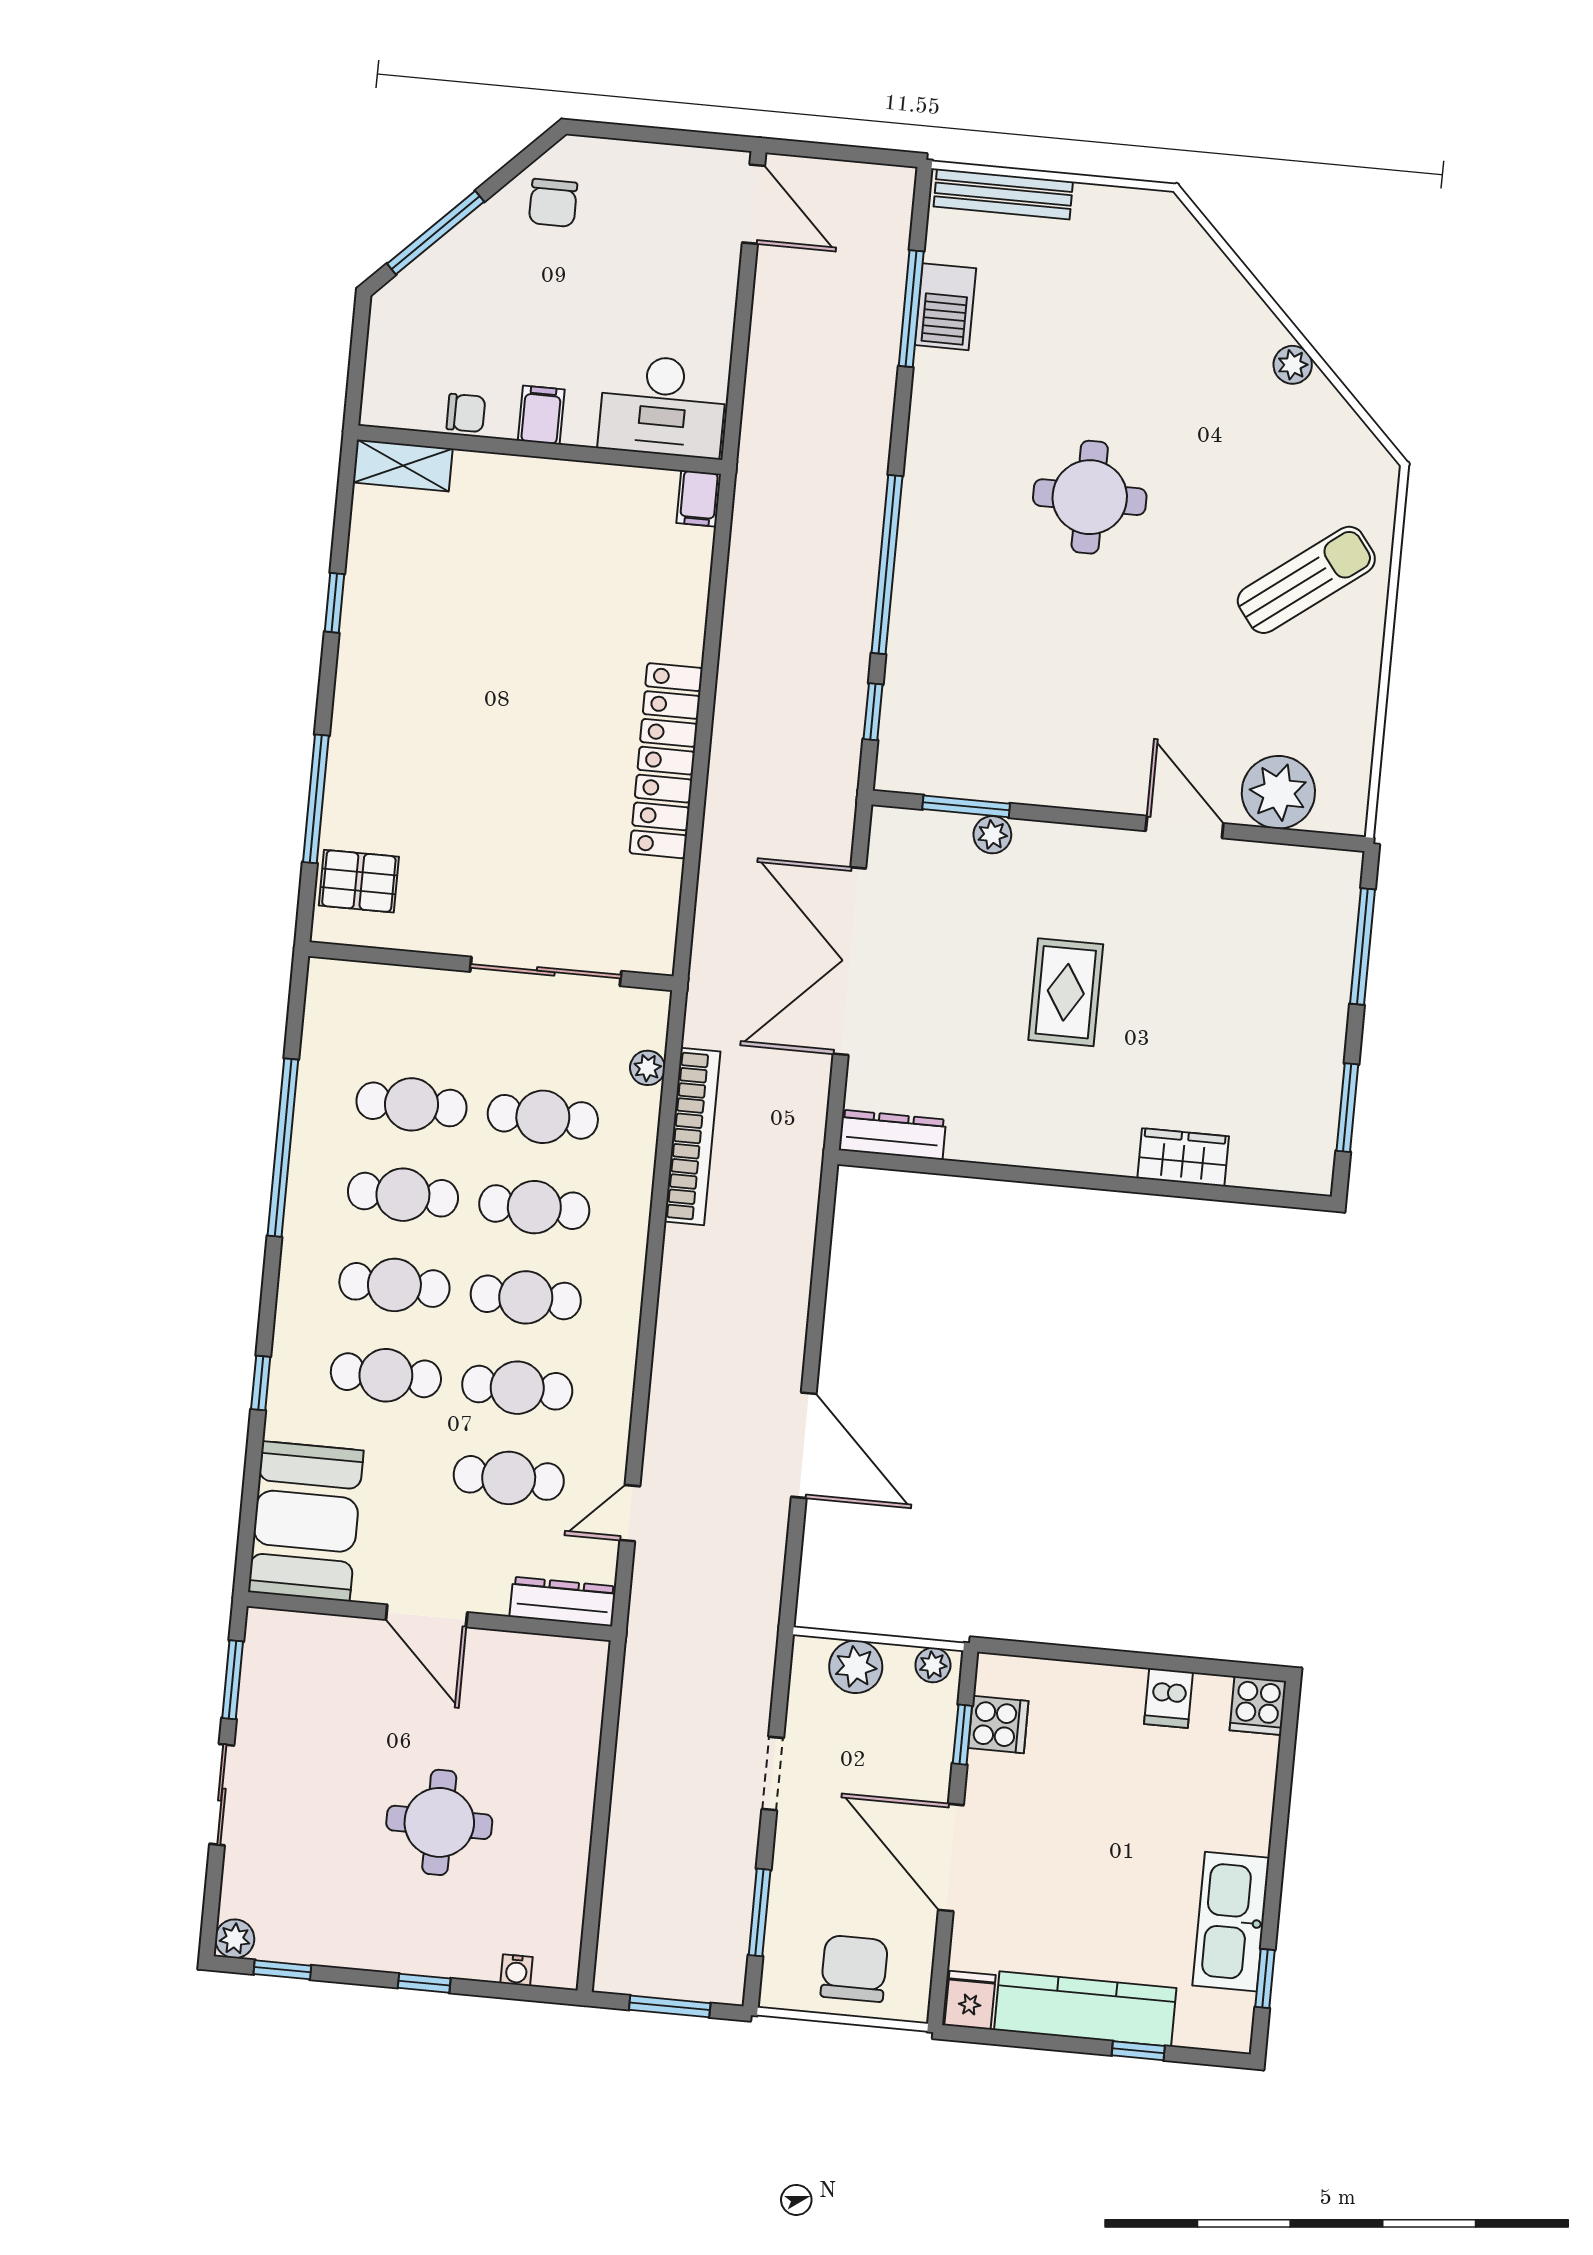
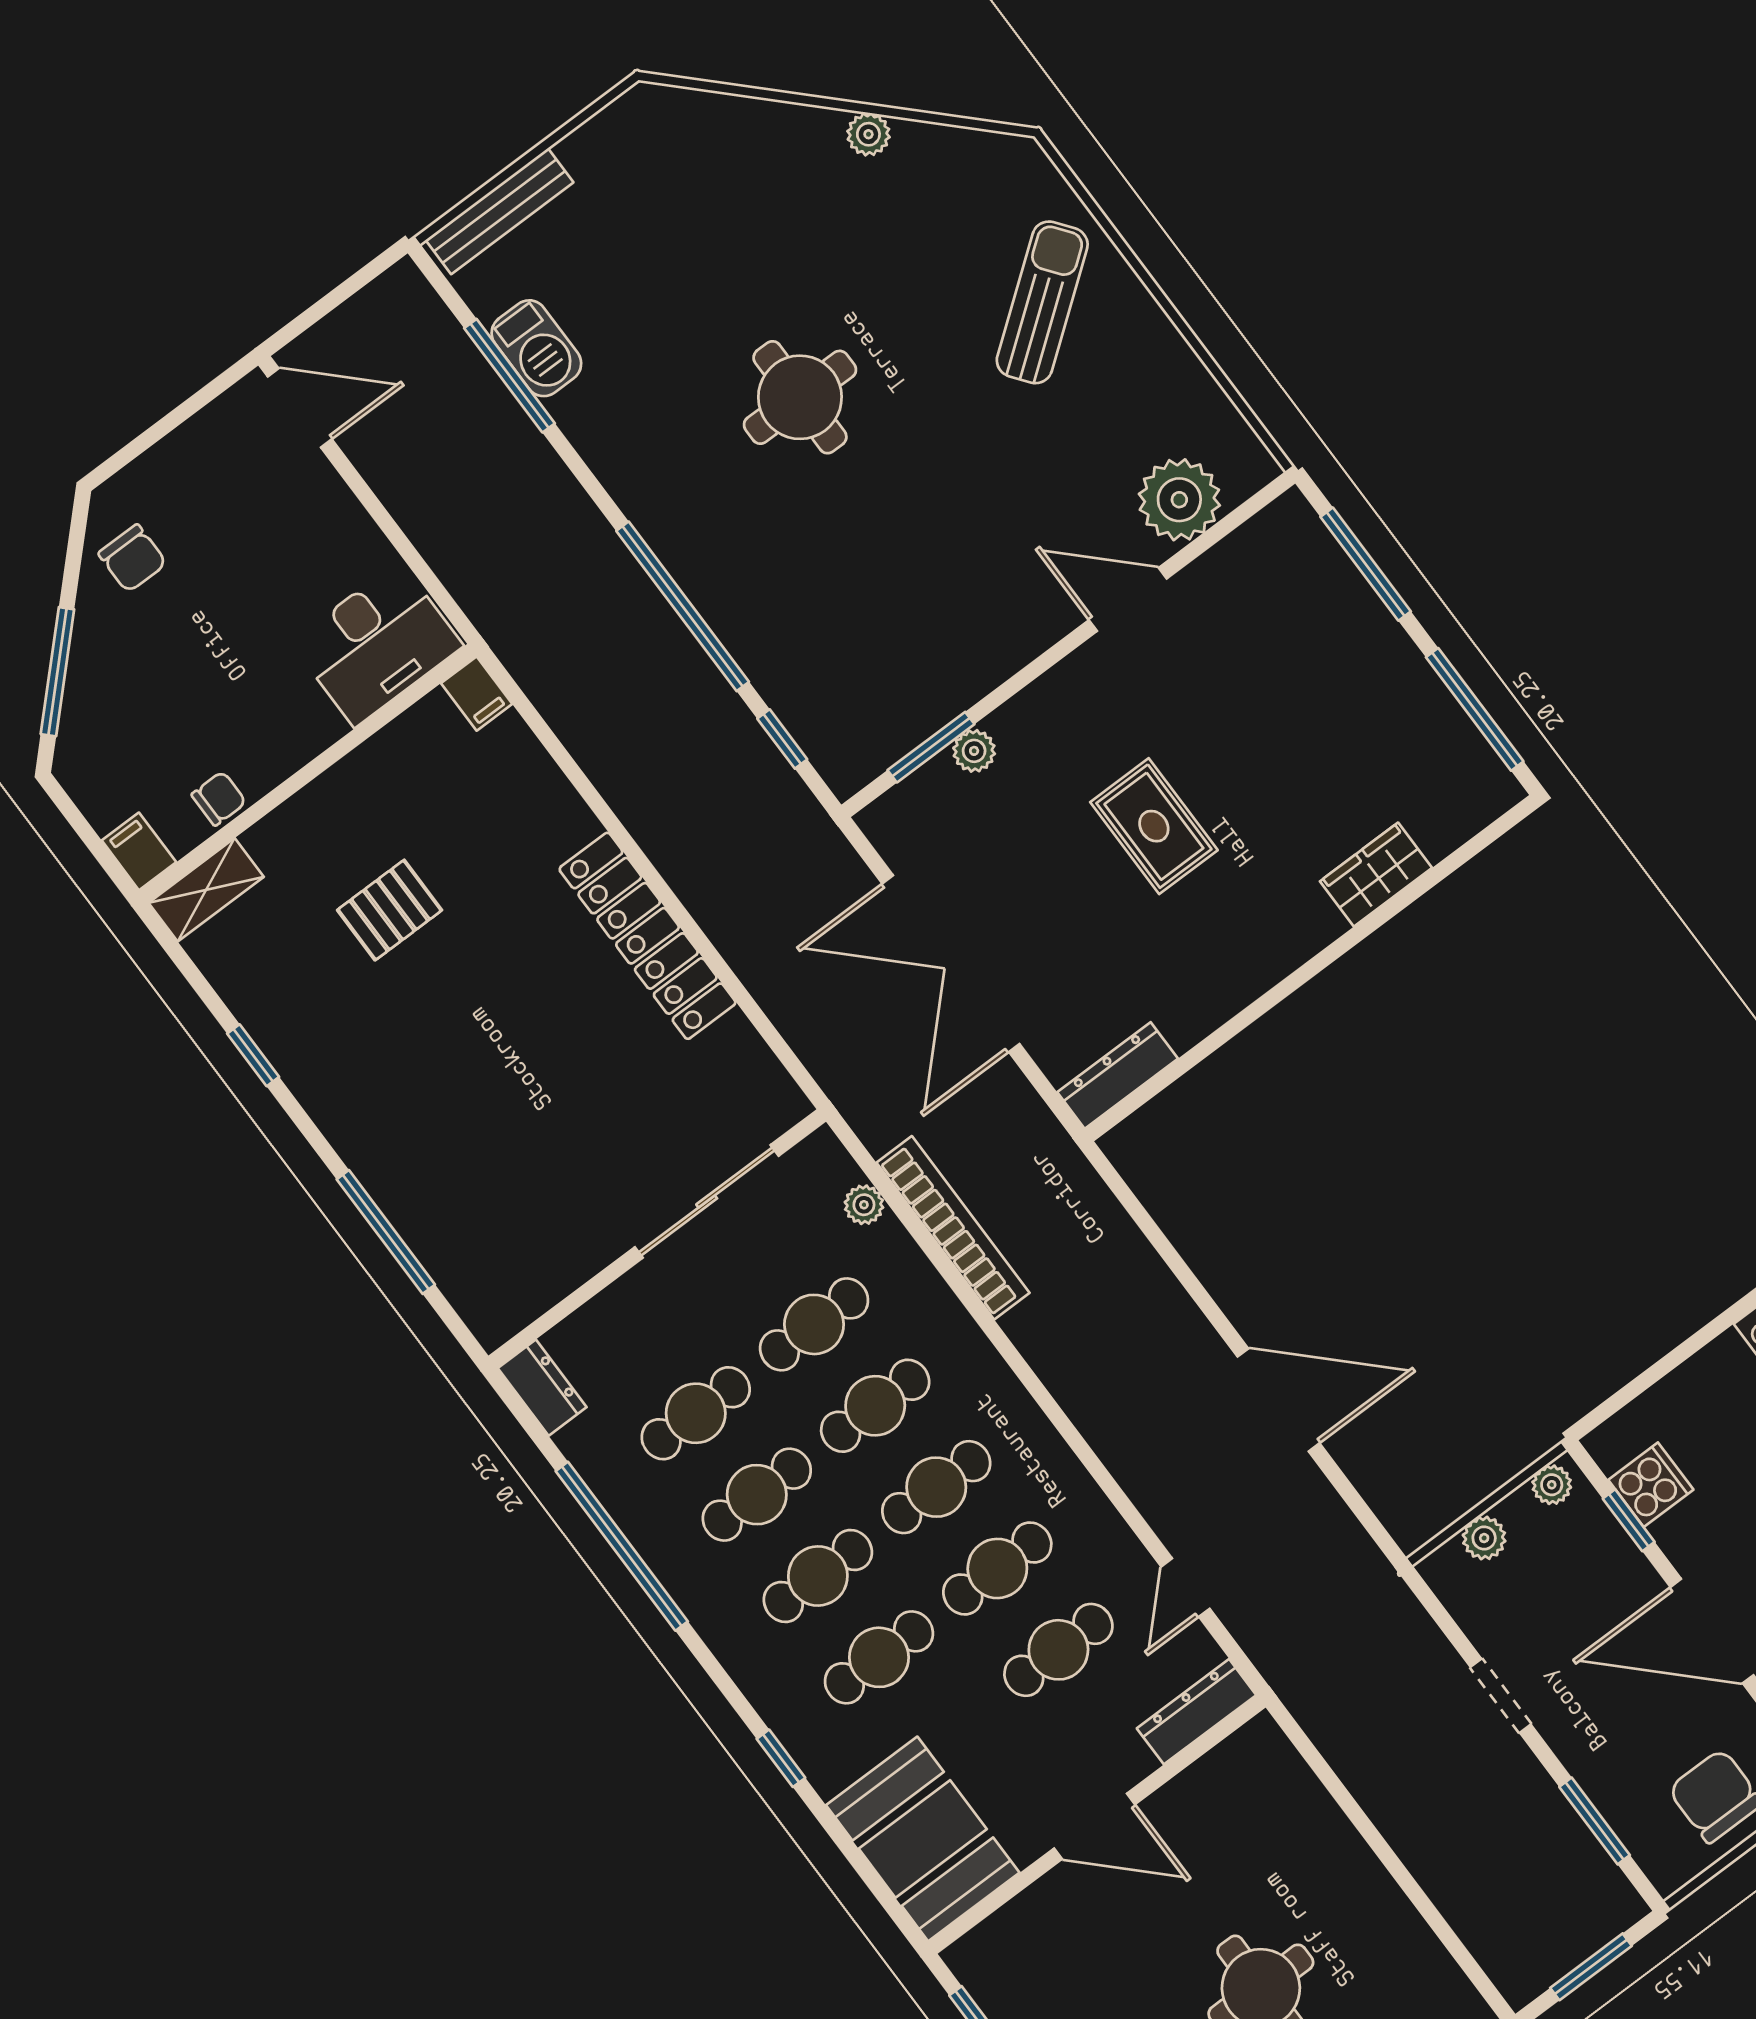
filing cabinet: (541, 415) -> (139, 851), moved
pallet: (359, 881) -> (390, 910), moved
dresser: (326, 995) -> (542, 1388), added
window: (1347, 1108) -> (1475, 709), width x1.44
plant: (856, 1667) -> (1484, 1538), width x0.73, depth x0.73

